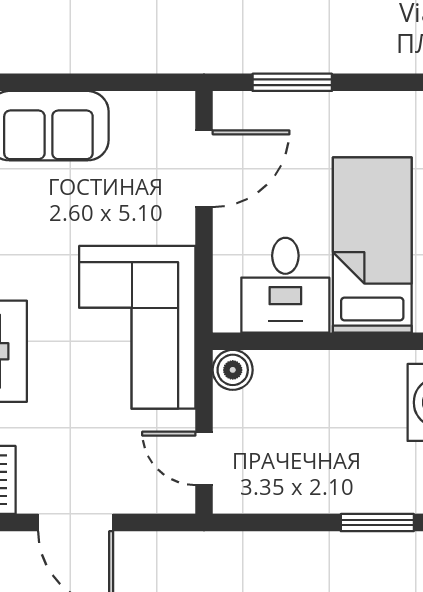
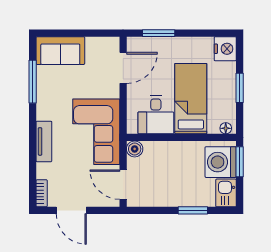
door: (204, 458) -> (123, 185), width x1.38

